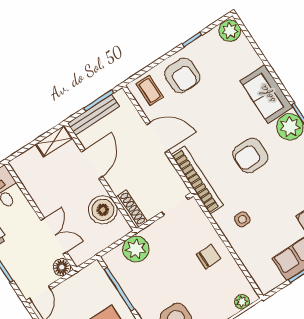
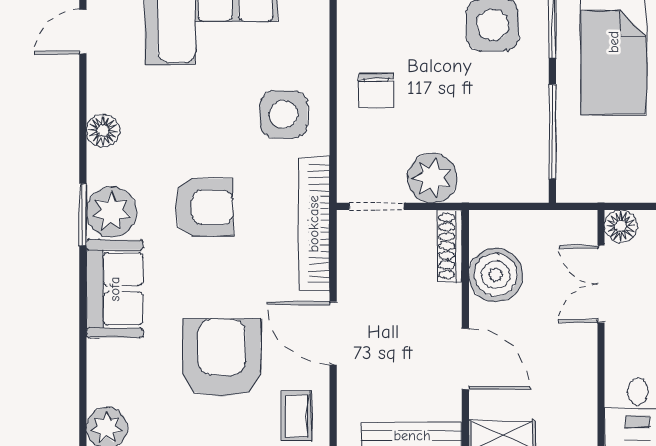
armchair: (182, 75) -> (222, 358), moved, width x1.36, depth x1.36
door: (92, 164) -> (465, 359), swing flipped
side table: (242, 219) -> (284, 114), width x1.87, depth x1.87
plant: (136, 249) -> (432, 178), moved
chair: (208, 257) -> (376, 90), turned -90

